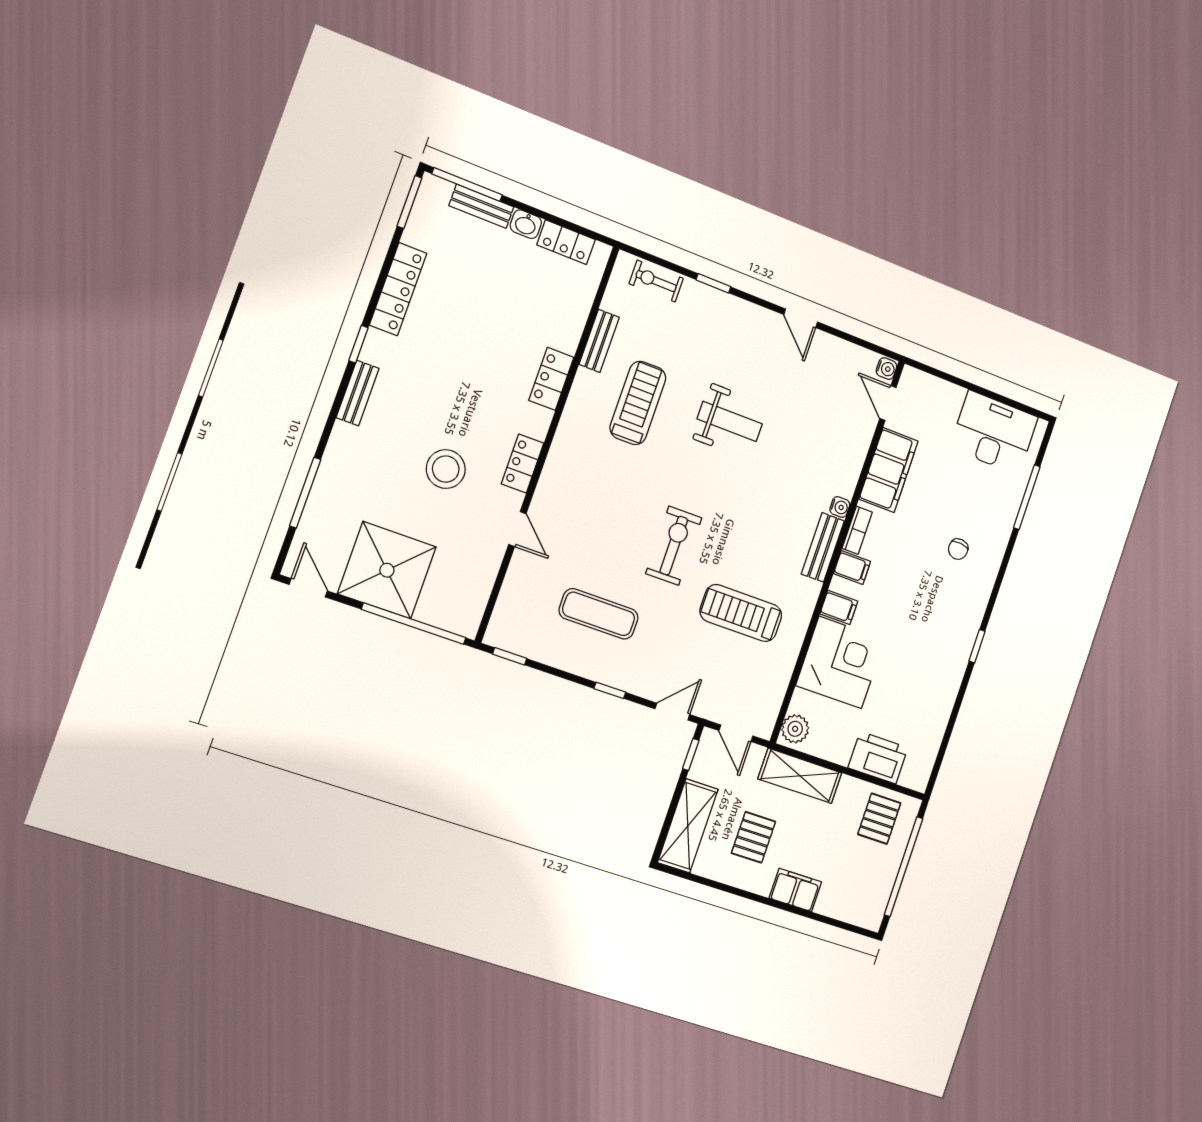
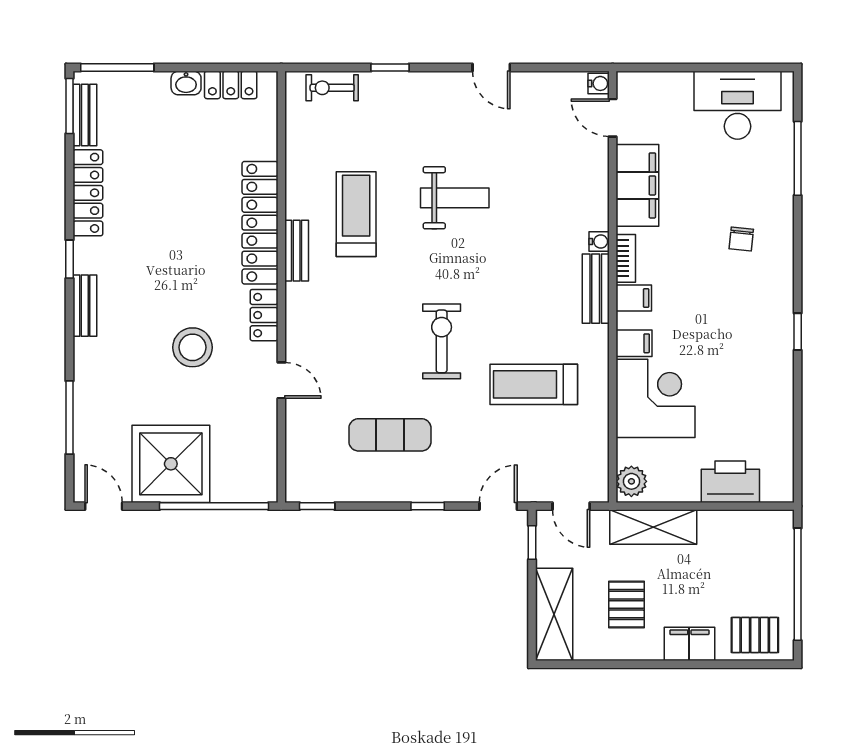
bench: (481, 206) -> (85, 115), moved, turned 90
bench: (599, 341) -> (297, 251), moved
locker: (551, 379) -> (260, 223), width x2.16, depth x1.21
pallet: (879, 819) -> (755, 635), moved, turned 90

